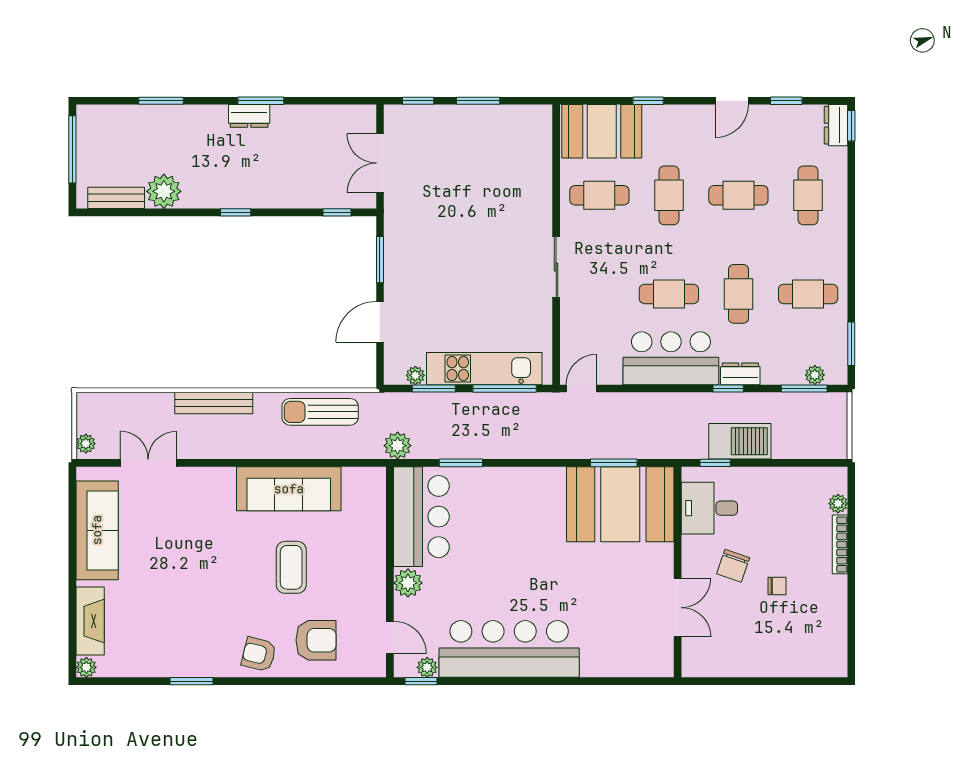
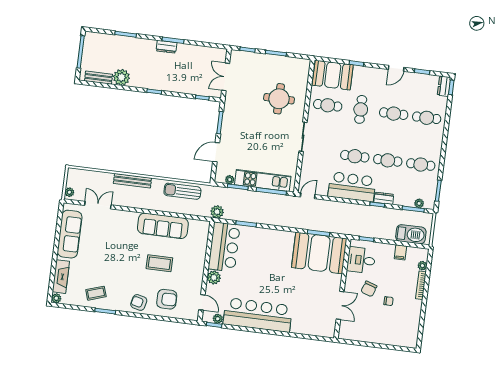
round table: (496, 195) -> (279, 99), added
cafe table: (808, 195) -> (427, 118), turned 90
cafe table: (738, 294) -> (388, 160), turned 90
barbecue: (740, 441) -> (411, 234), moved
filing cabinet: (789, 482) -> (400, 252), added
coffee table: (291, 567) -> (159, 263), turned 90
coffee table: (167, 646) -> (96, 293), added

